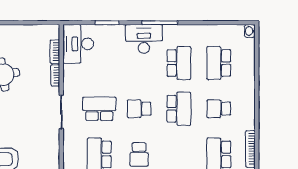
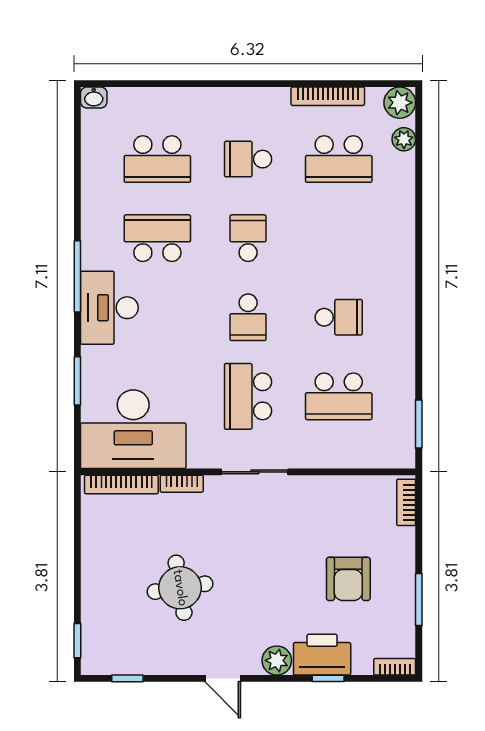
desk: (78, 44) -> (133, 429), width x1.36, depth x1.30
bookcase: (55, 52) -> (121, 485), width x1.56
school desk: (179, 109) -> (248, 238), width x0.54
school desk: (219, 109) -> (248, 159), turned 90

